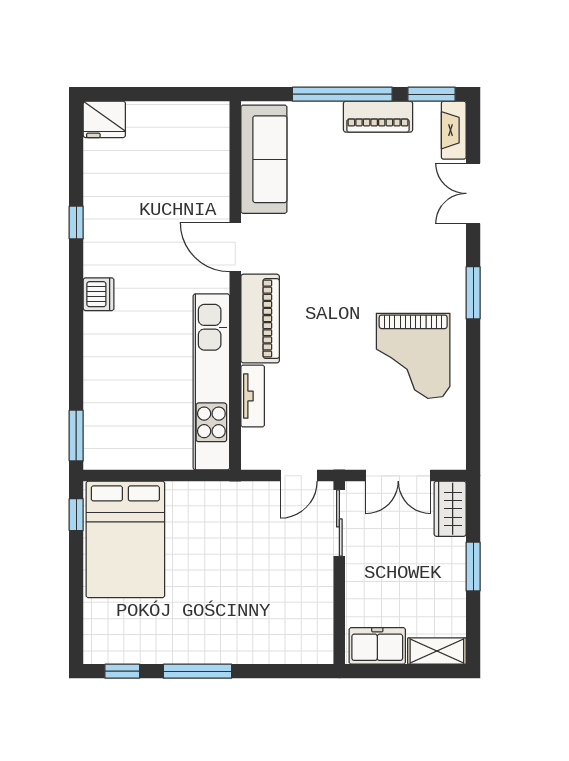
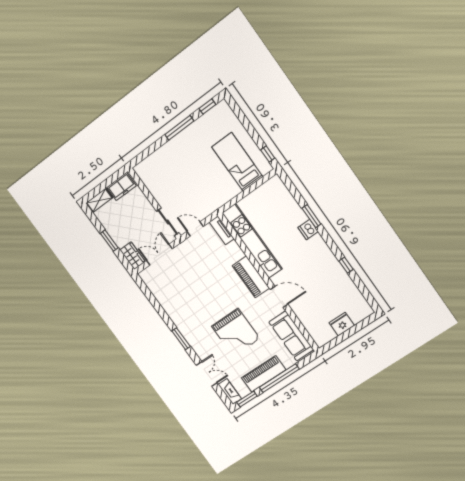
piano: (378, 117) -> (264, 374), width x1.37, depth x1.33
fridge: (104, 119) -> (342, 324), moved
dishwasher: (99, 294) -> (308, 230), moved
grand piano: (413, 356) -> (236, 332), moved, turned 180
tv unit: (253, 396) -> (222, 230), moved
window: (76, 436) -> (311, 216), moved
door: (299, 476) -> (195, 229), hinge flipped
bed: (125, 539) -> (237, 162), width x0.67

